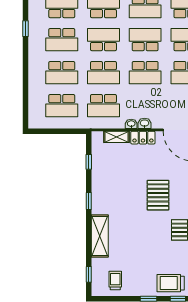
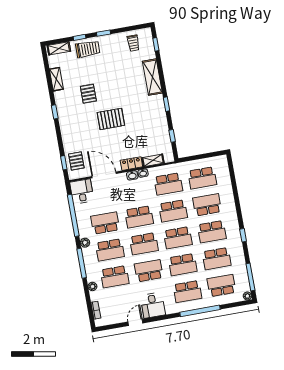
school desk: (62, 40) -> (212, 232), turned 180
school desk: (103, 73) -> (173, 211), turned 180
school desk: (145, 73) -> (139, 217), turned 180
school desk: (62, 106) -> (202, 178), turned 180
school desk: (103, 106) -> (168, 184), turned 180
pallet: (158, 195) -> (111, 119), turned 90

